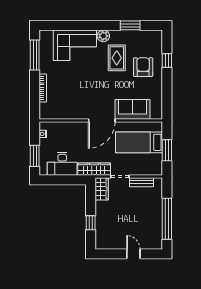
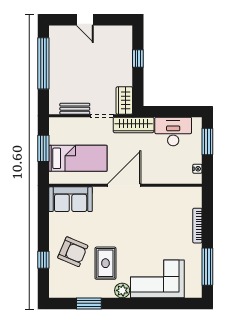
armchair: (143, 67) -> (73, 252), turned -67
sofa: (132, 109) -> (71, 199), moved

